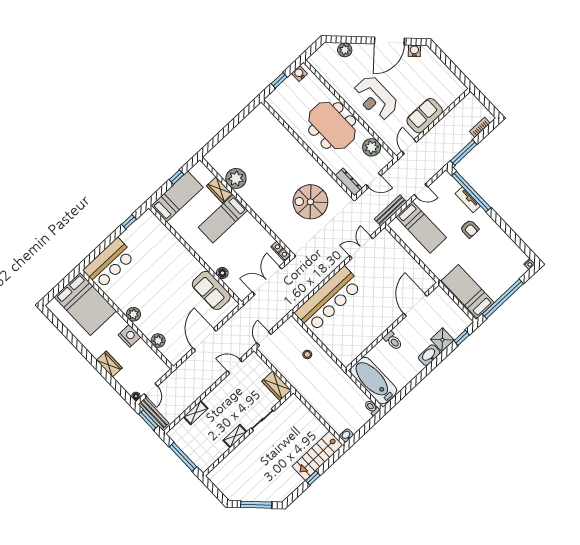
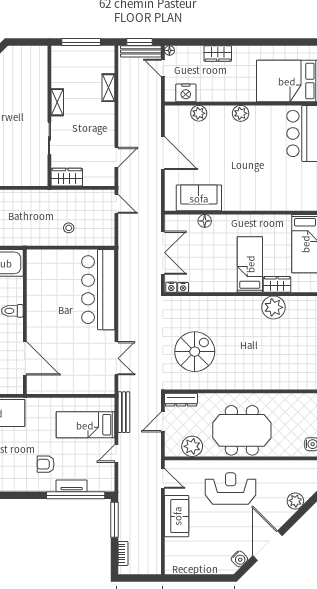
nightstand: (129, 336) -> (186, 93), moved

